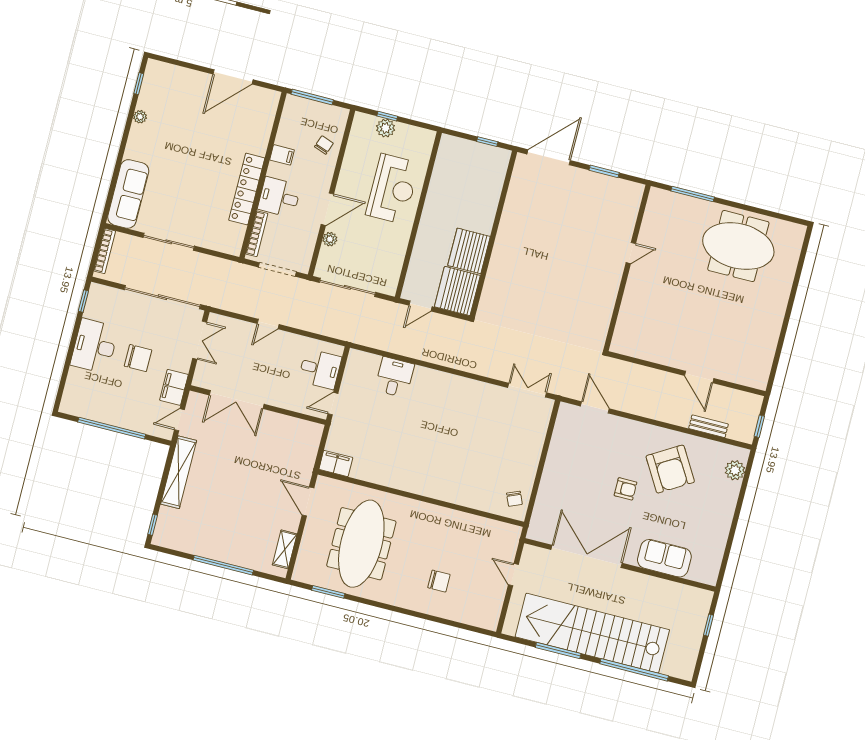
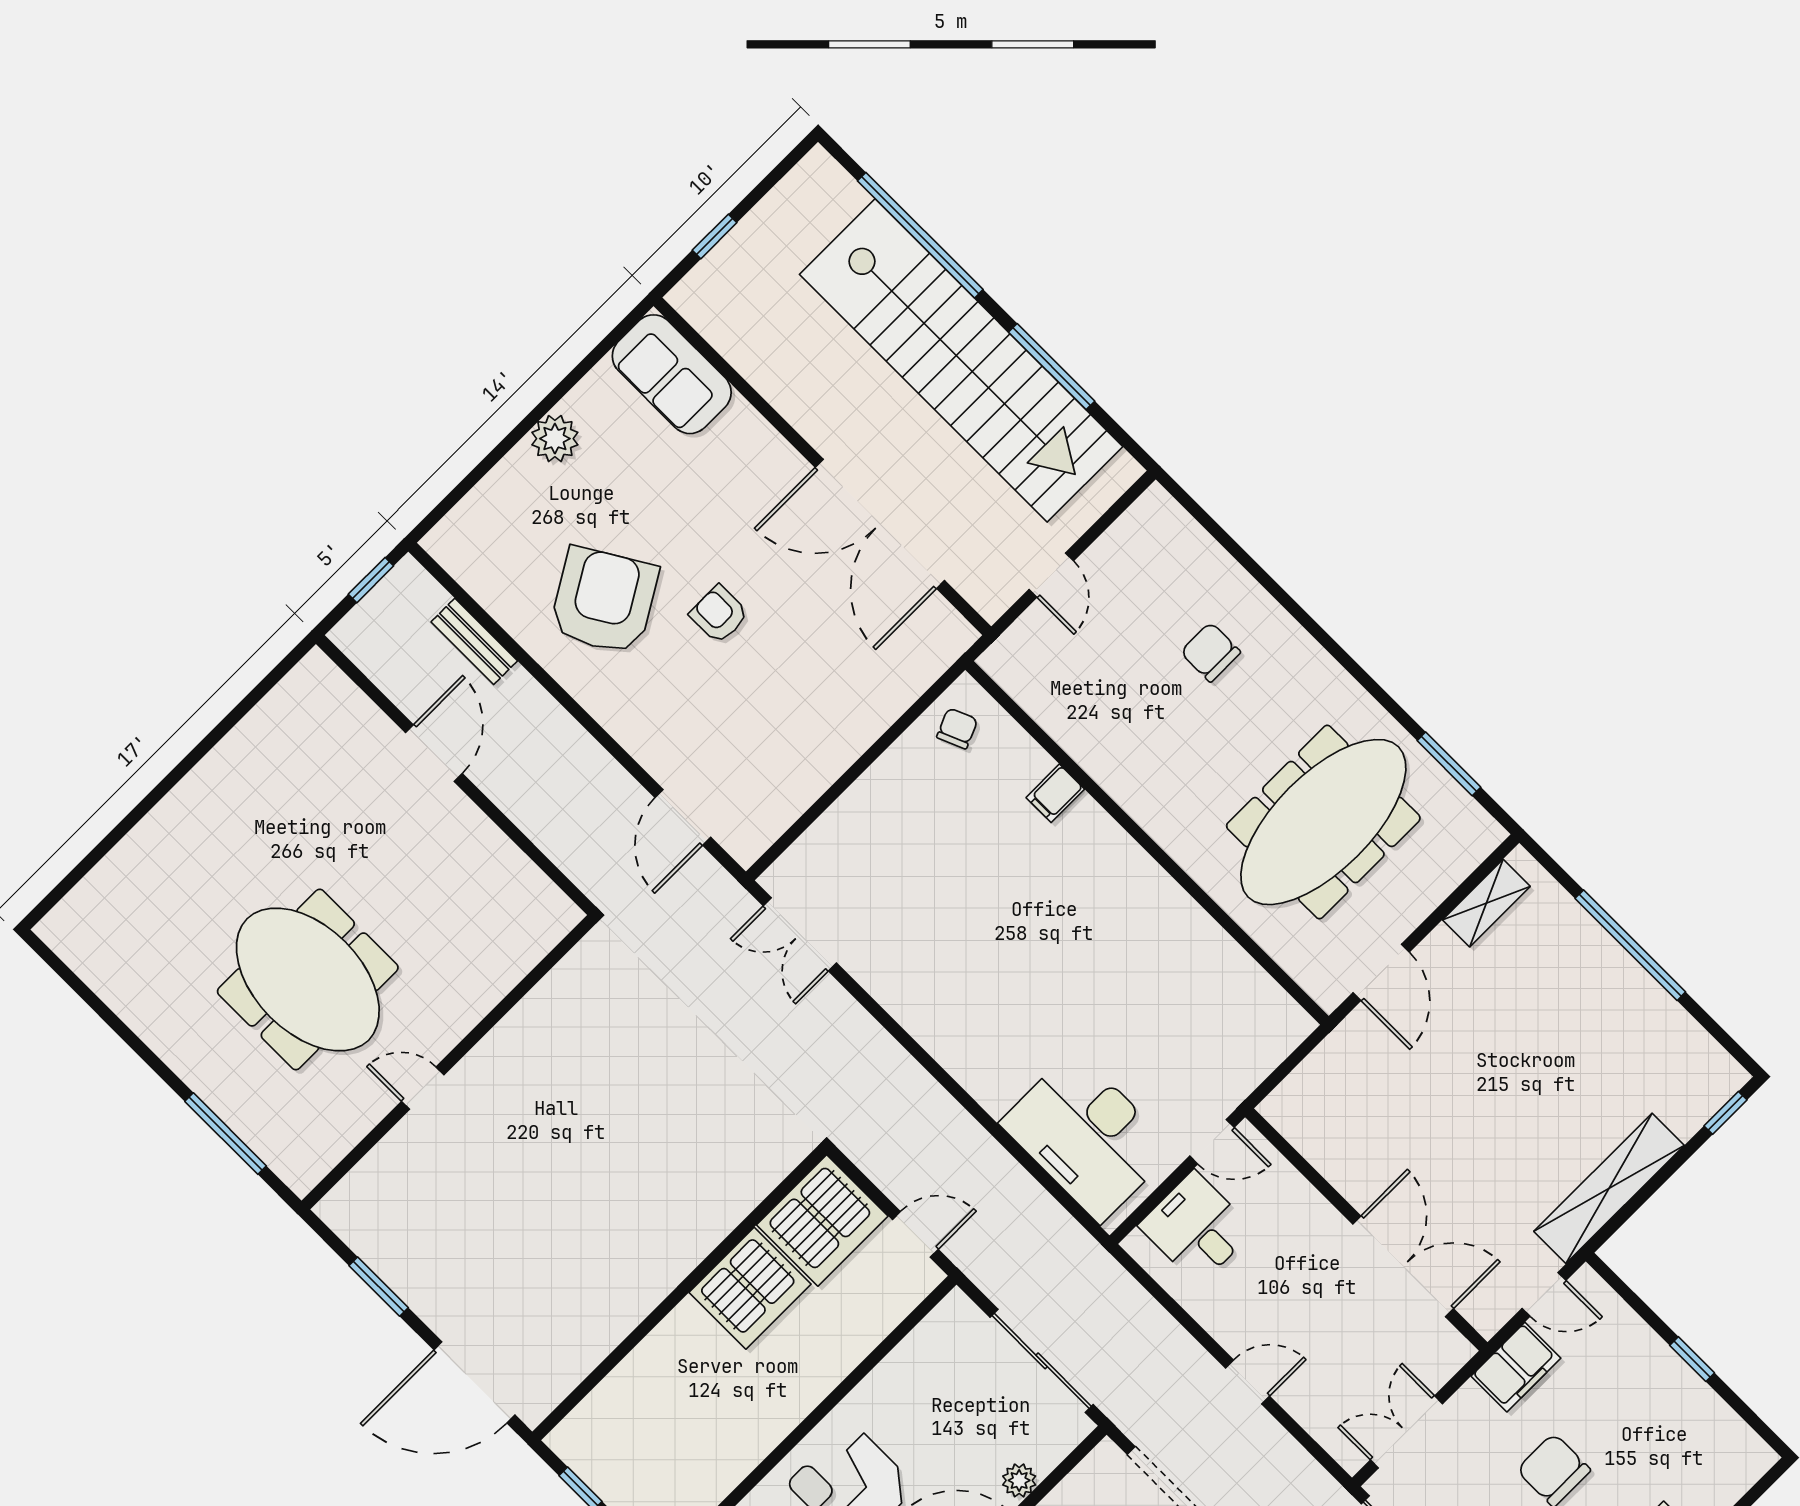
meeting table: (738, 246) -> (308, 979), moved
desk: (395, 377) -> (1087, 1136), width x1.87, depth x1.30
window: (112, 428) -> (1692, 1359), width x0.32
filing cabinet: (336, 463) -> (1055, 793), moved, width x0.50
plant: (735, 470) -> (555, 439), moved
sofa: (664, 558) -> (672, 374), moved

